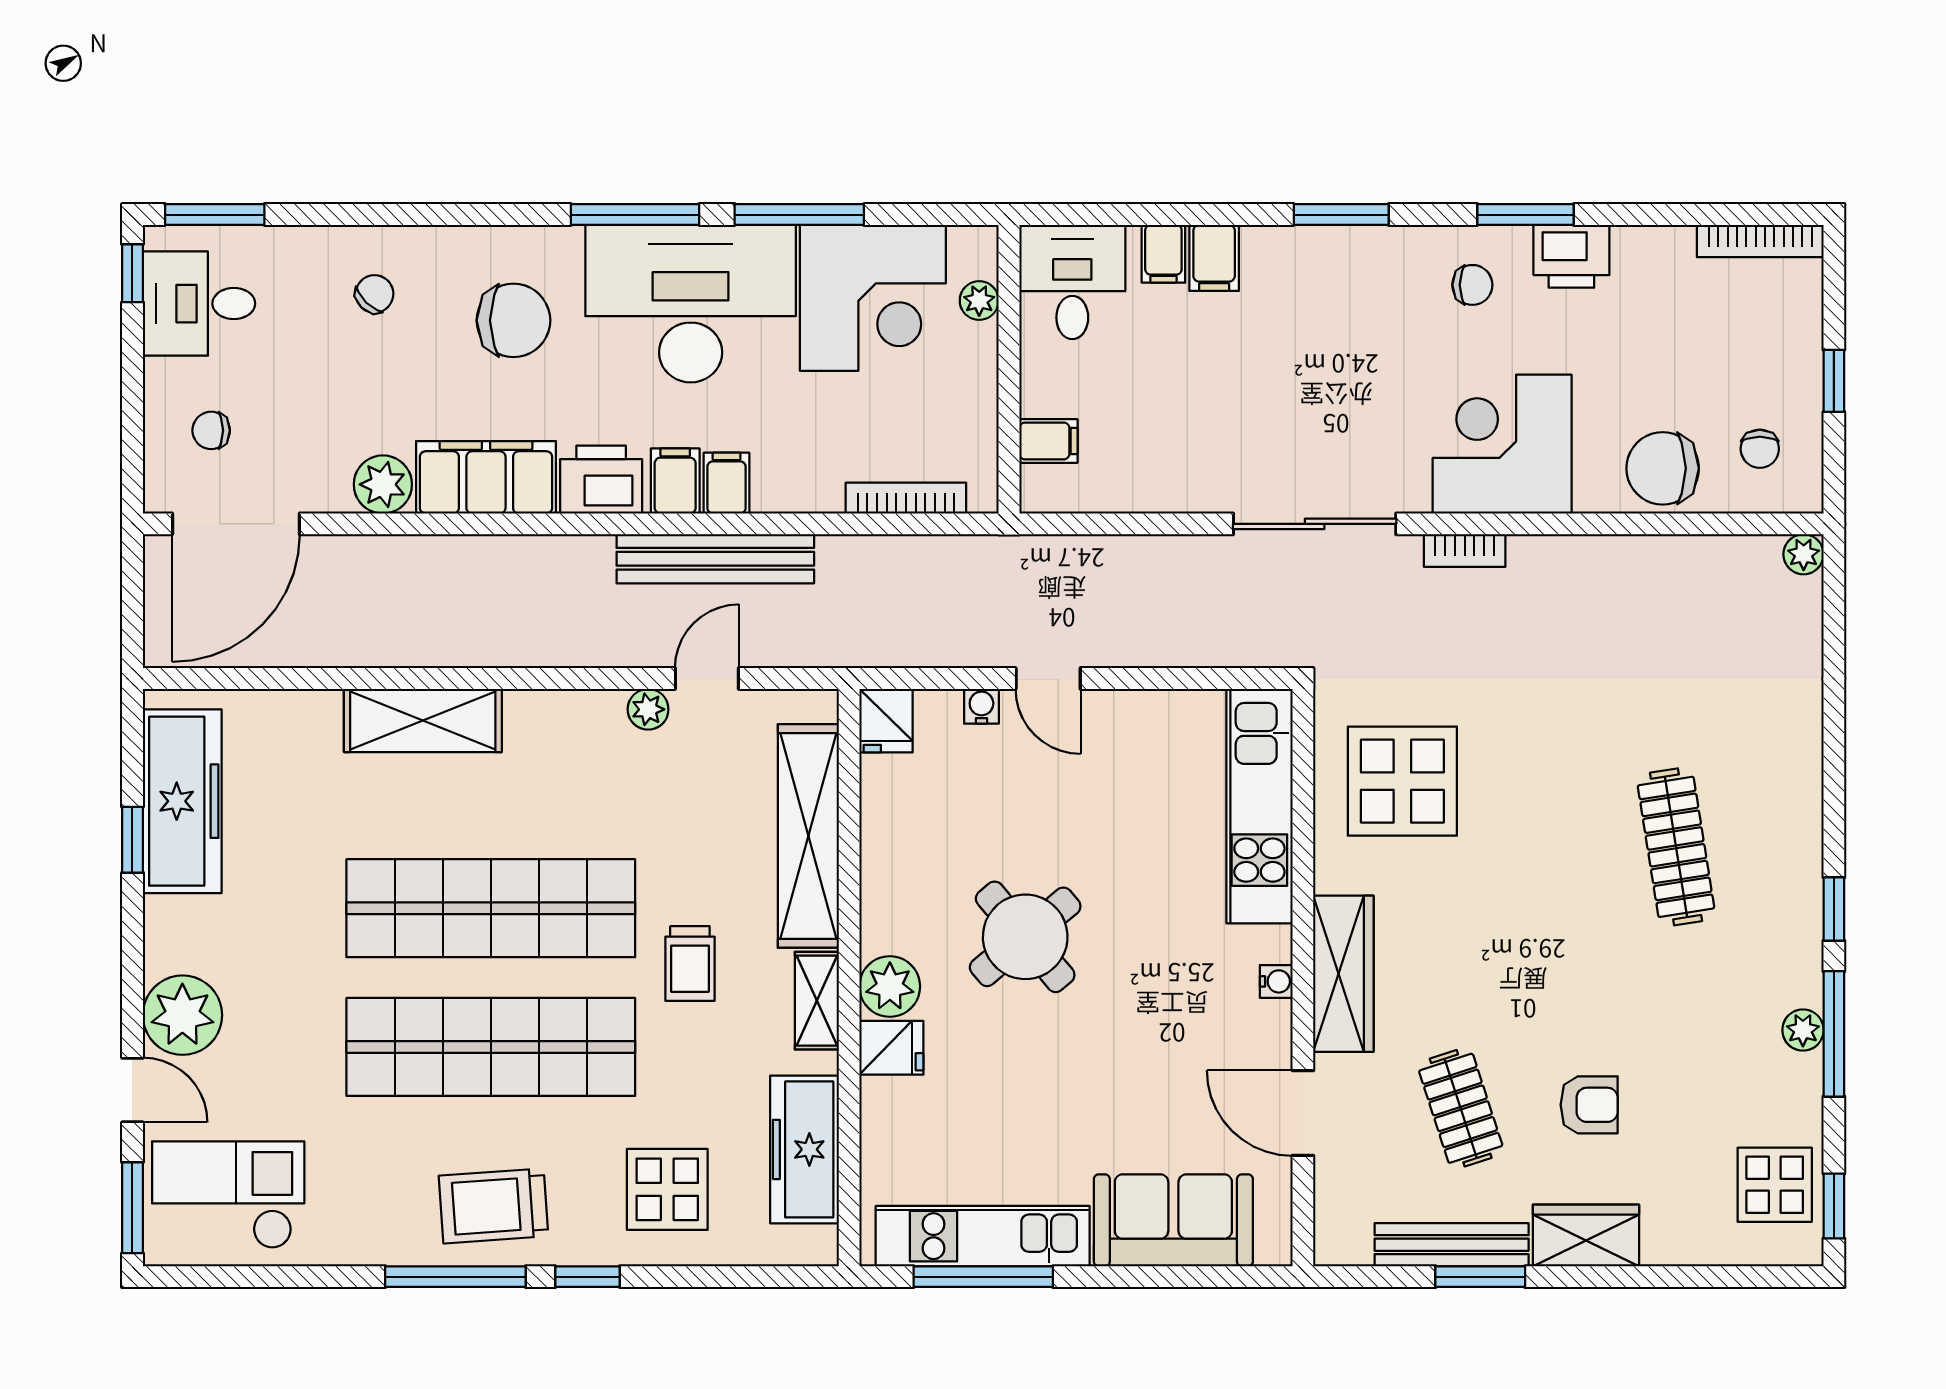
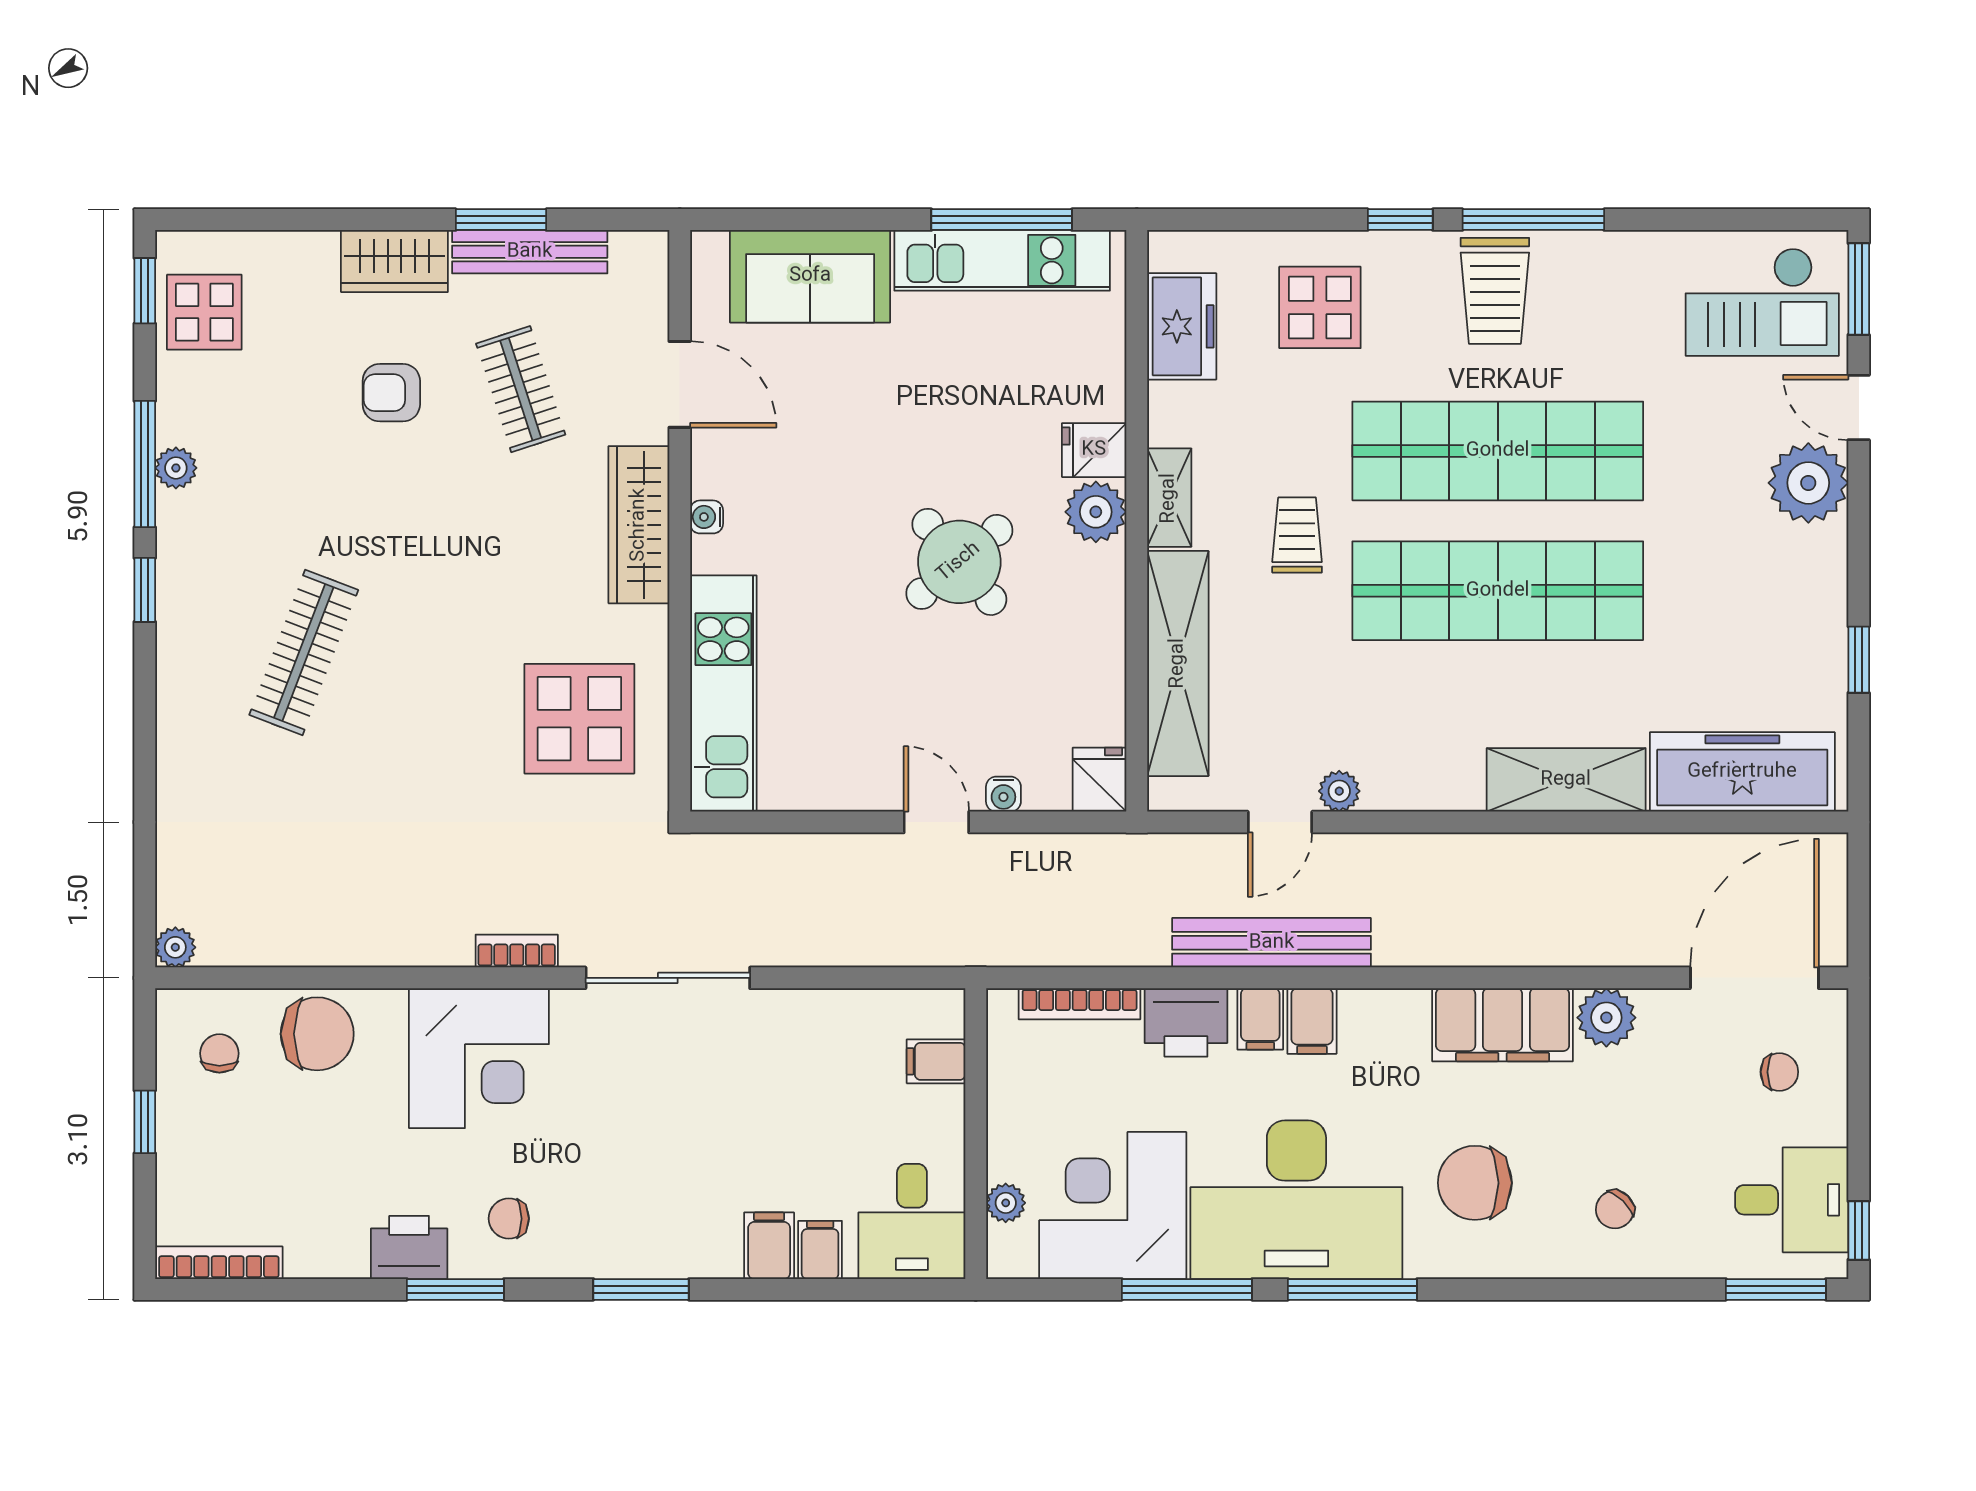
printer: (601, 480) -> (1186, 1022), moved
freezer: (182, 801) -> (1742, 772), moved, turned 90
clothes rail: (1676, 847) -> (304, 652), turned 30
freezer: (804, 1149) -> (1182, 326), width x0.71
trolley: (494, 1206) -> (1495, 291), turned 94

